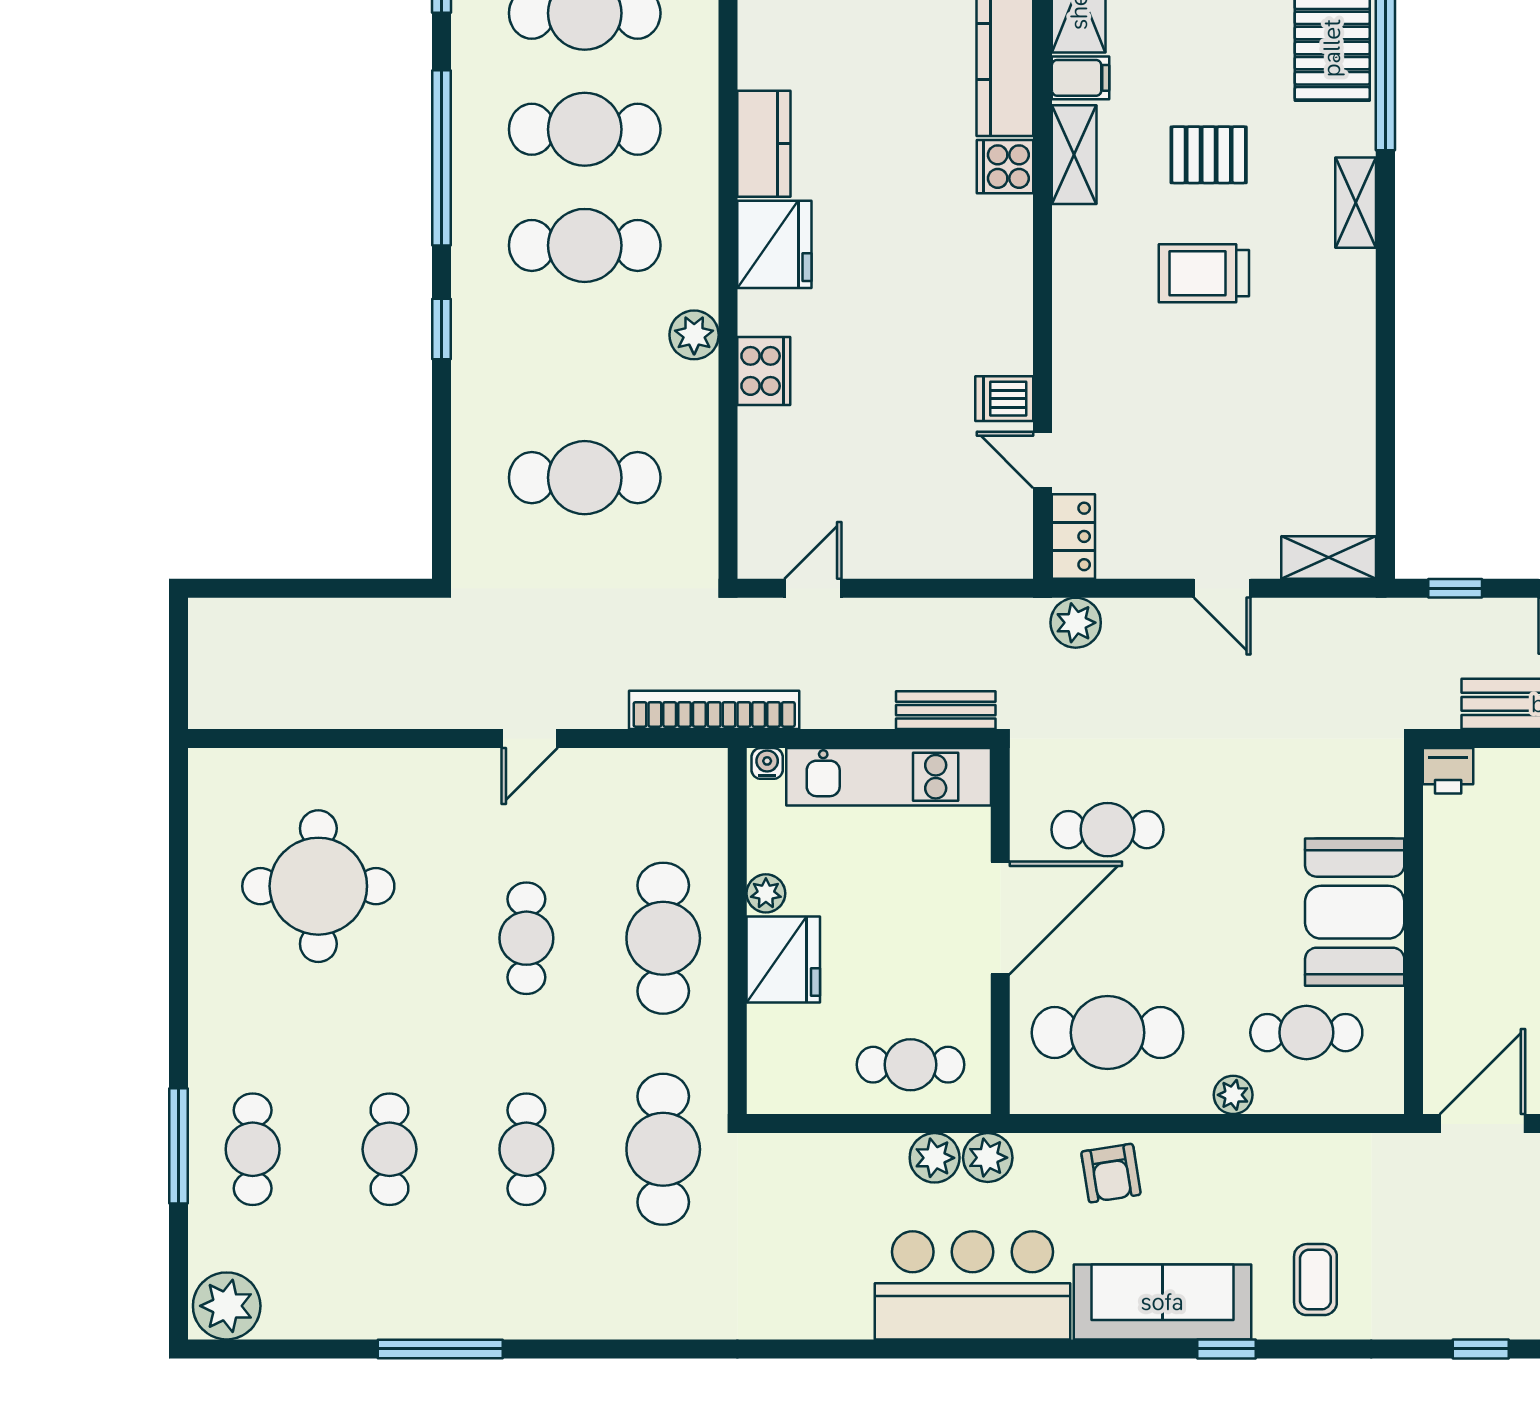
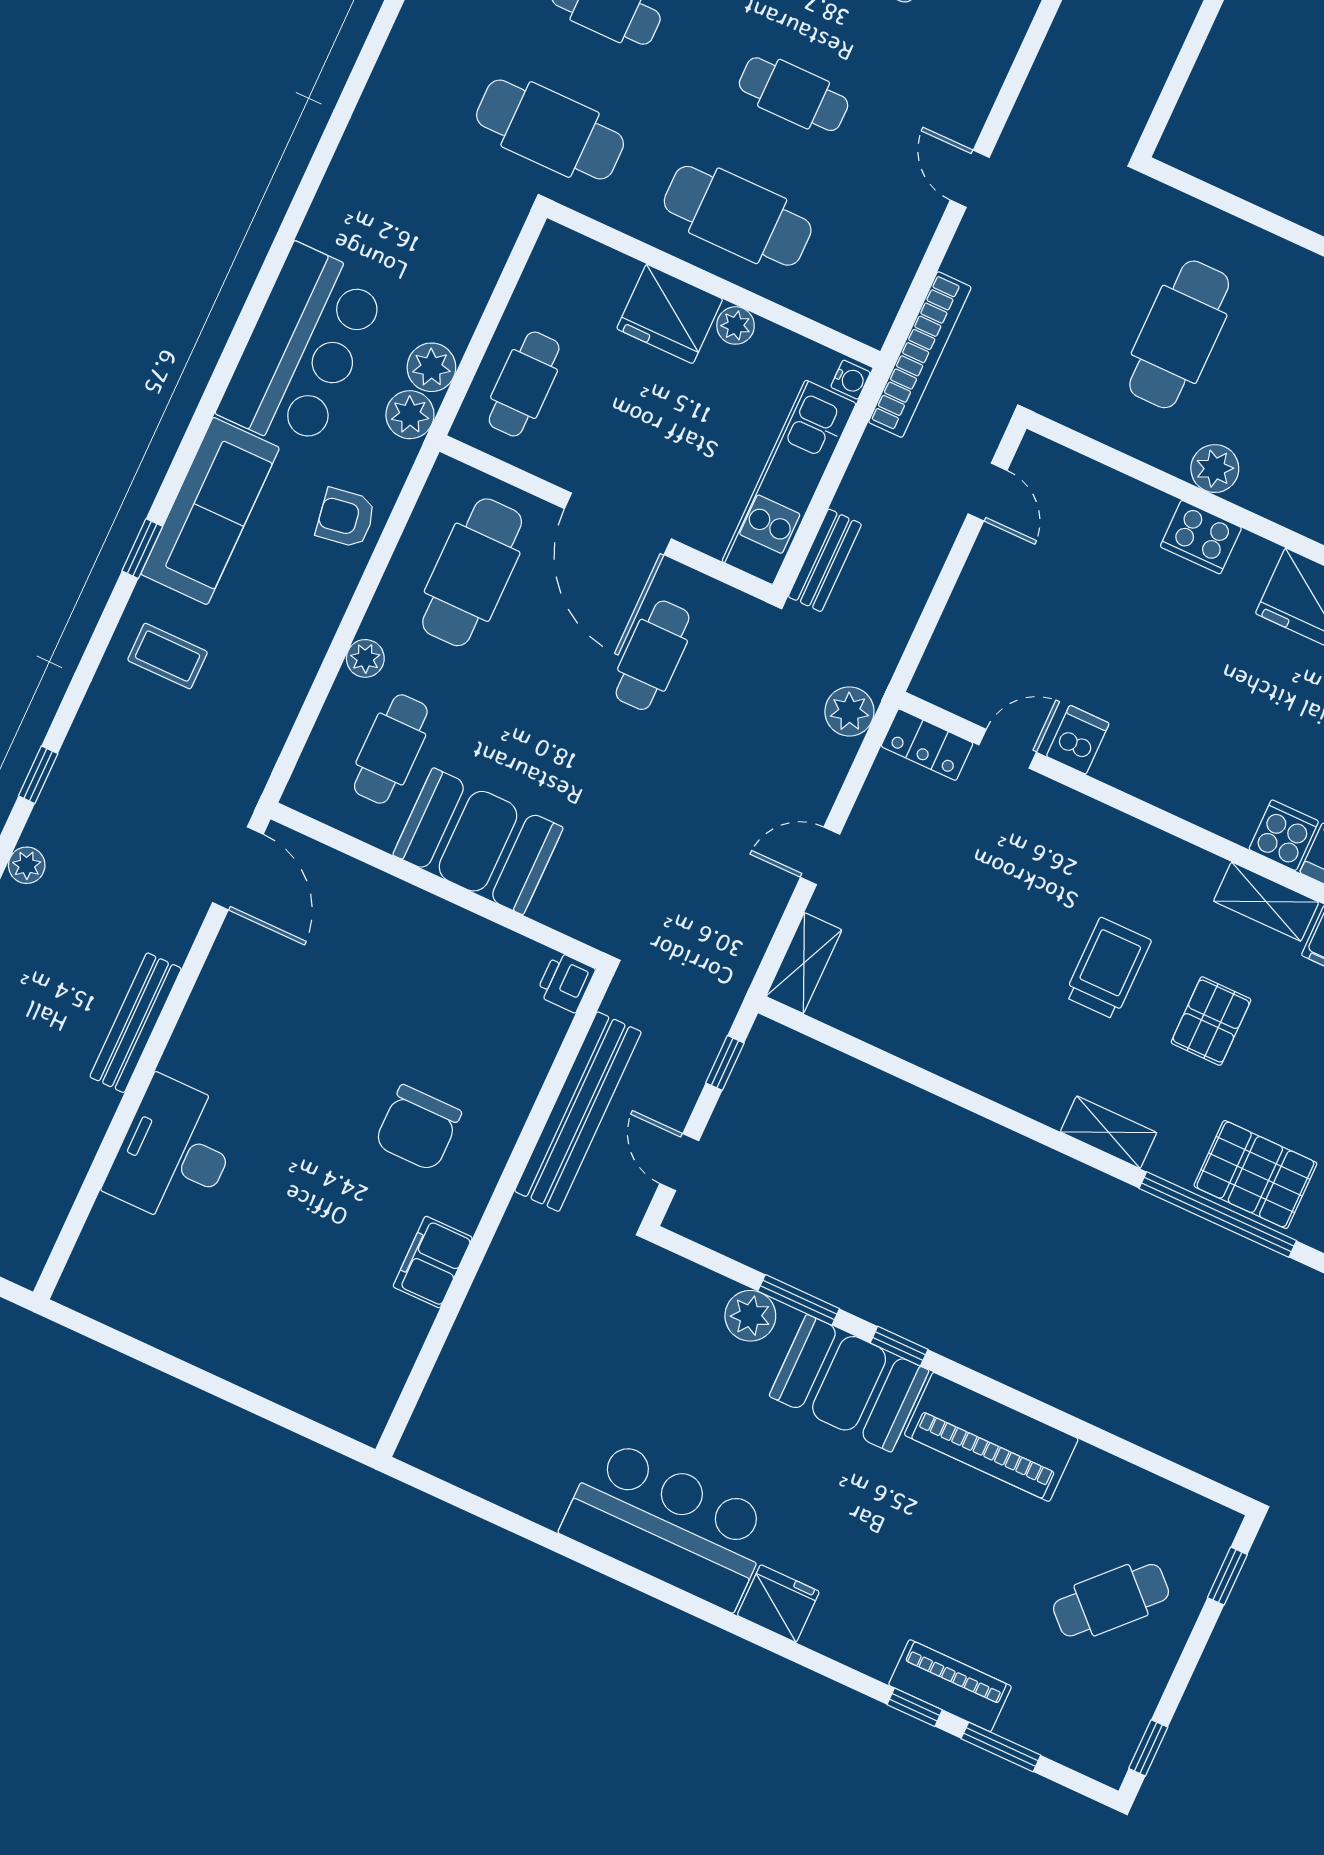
plant: (694, 335) -> (1215, 469), moved

